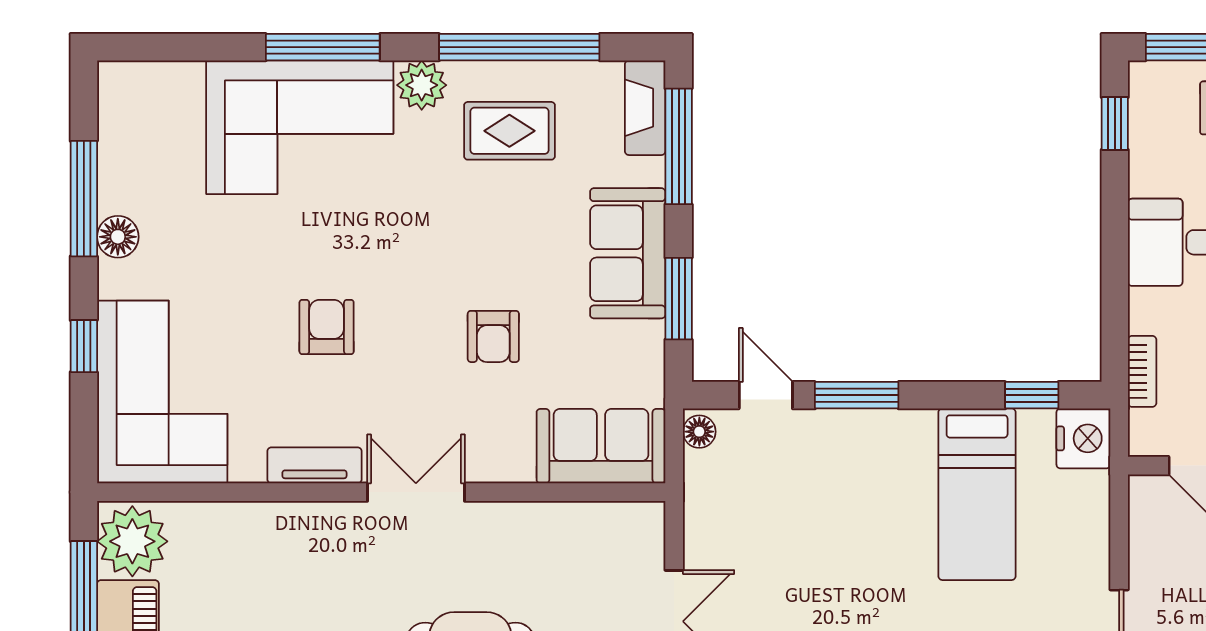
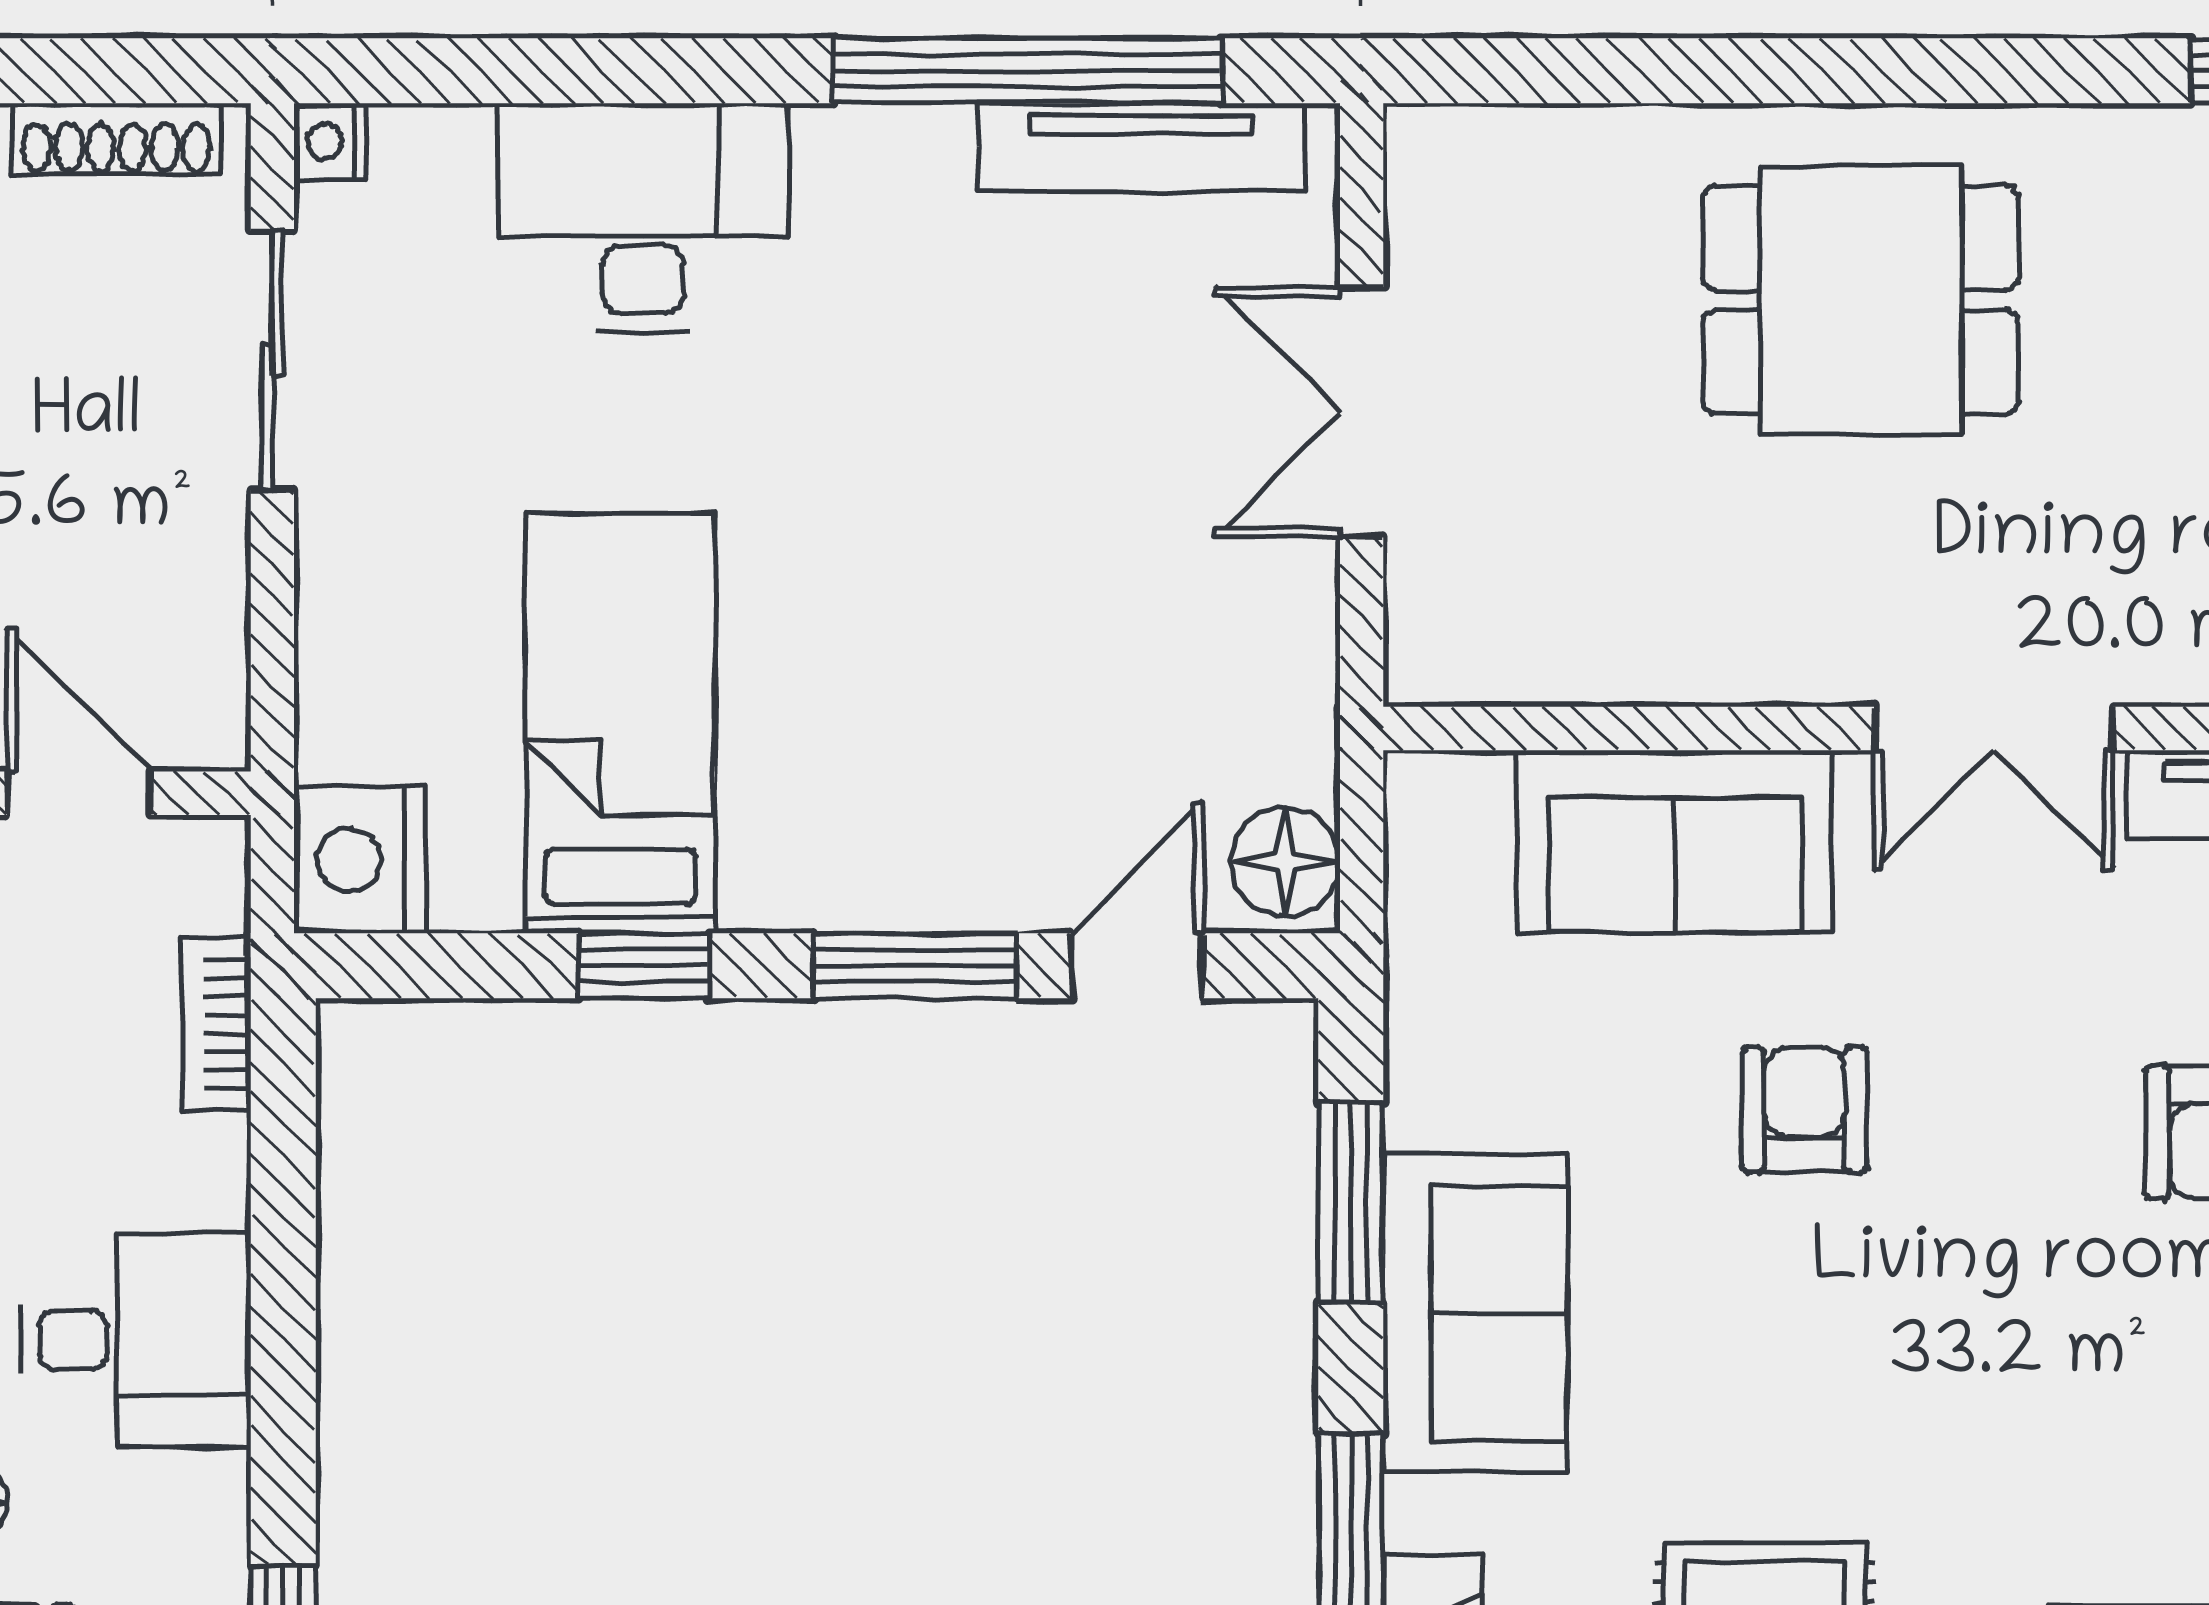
door: (766, 395) -> (1137, 966), swing flipped
window: (1032, 395) -> (644, 966), moved
floor lamp: (699, 432) -> (1285, 862), width x1.37, depth x1.37
sofa: (601, 446) -> (1675, 841), moved

